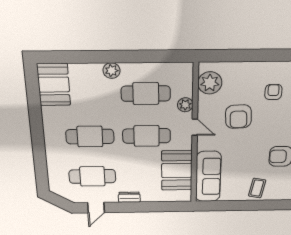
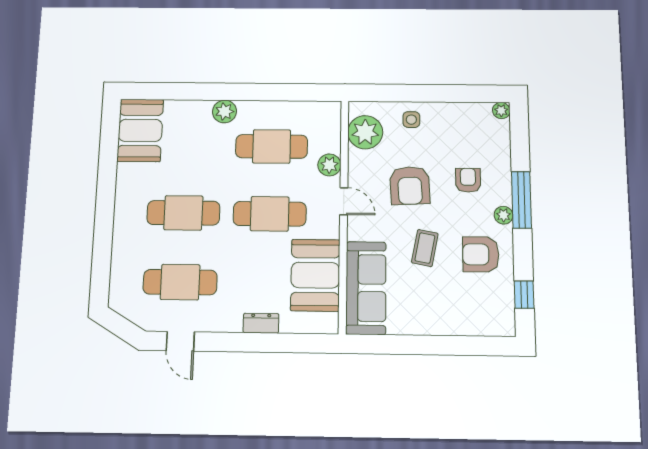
side table: (242, 74) -> (411, 120), added
armchair: (273, 92) -> (468, 180), moved
coffee table: (257, 188) -> (425, 248), moved
dresser: (129, 197) -> (261, 323), moved
door: (96, 208) -> (180, 341), hinge flipped

